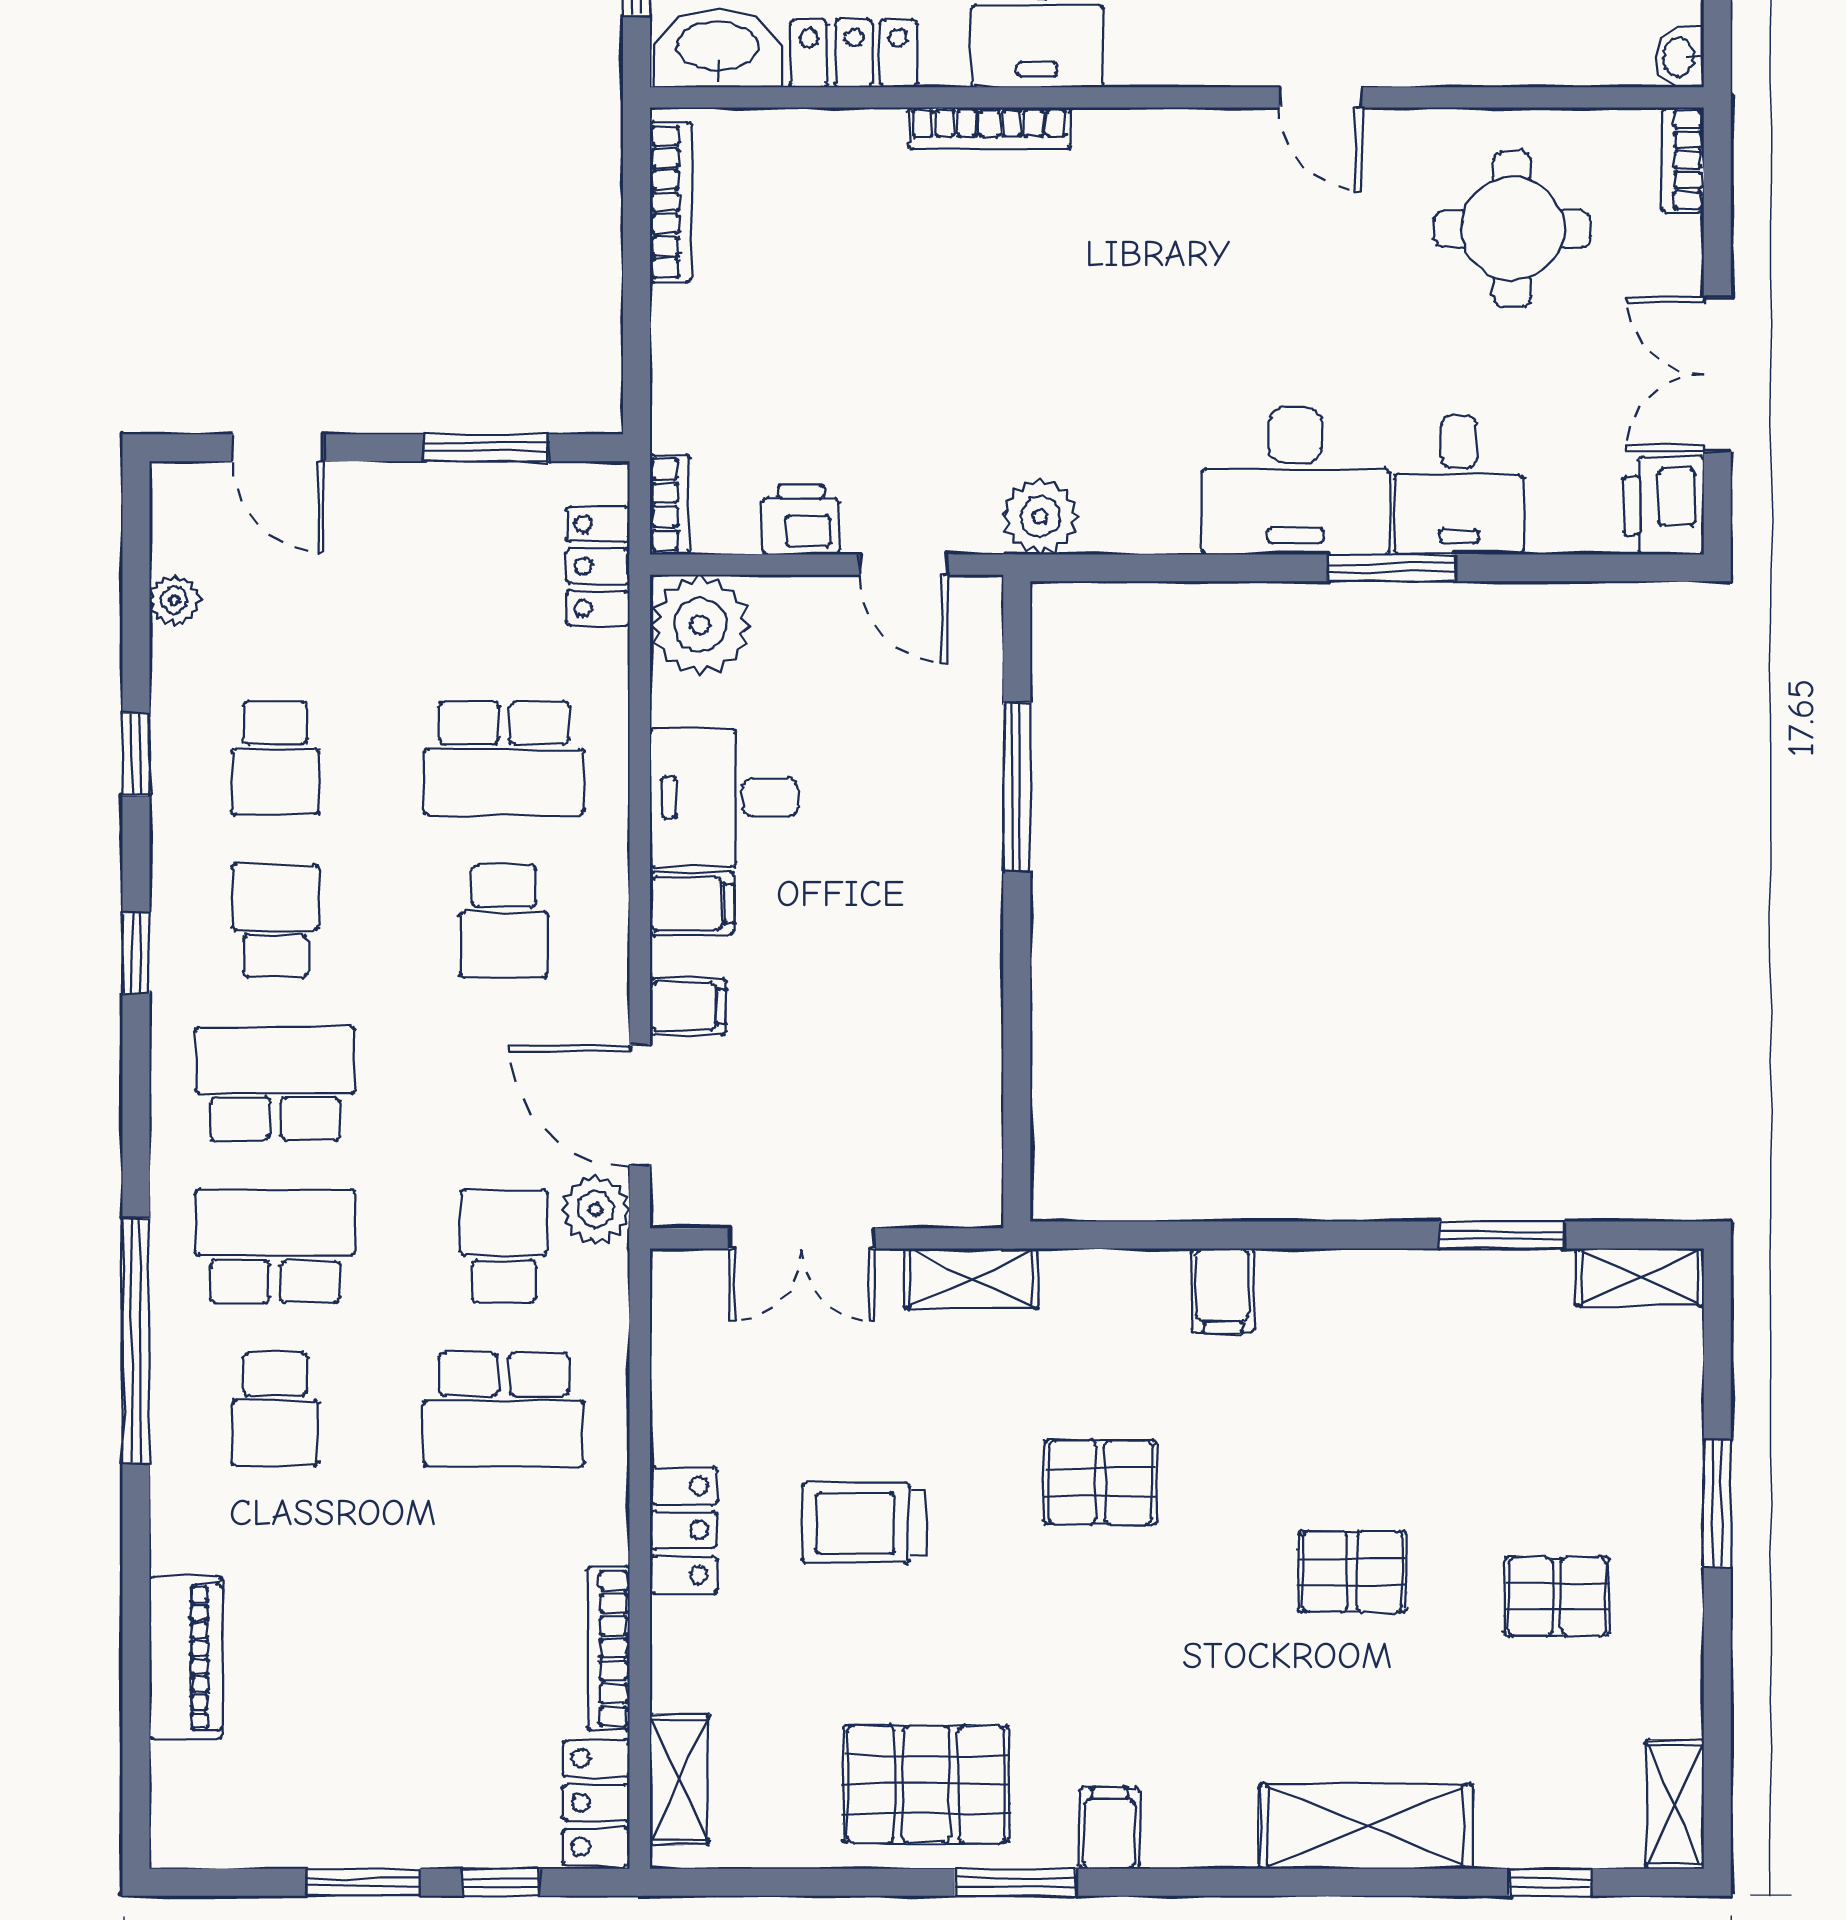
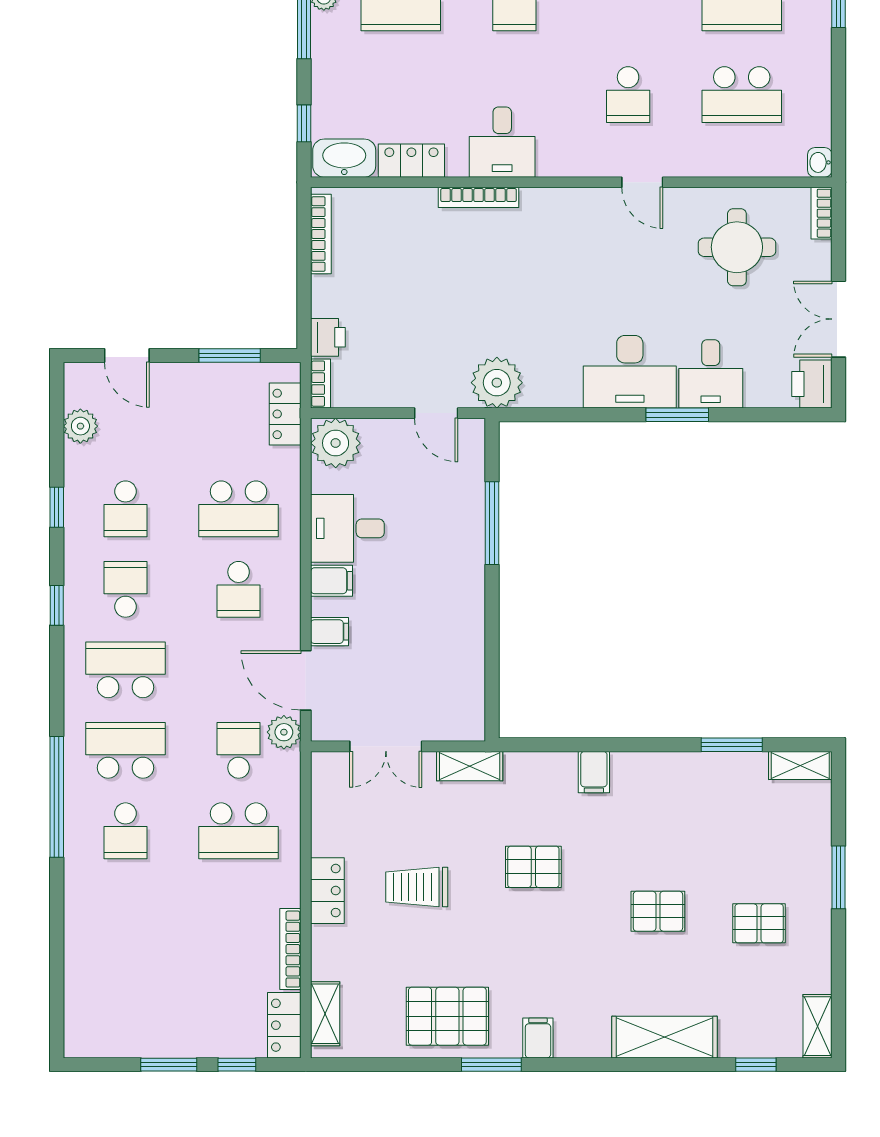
plant: (1040, 517) -> (497, 383), width x1.36, depth x1.36
printer: (801, 520) -> (328, 337), moved, turned 90
plant: (175, 600) -> (80, 426), width x1.38, depth x1.38
piano: (186, 1658) -> (81, 954), removed

